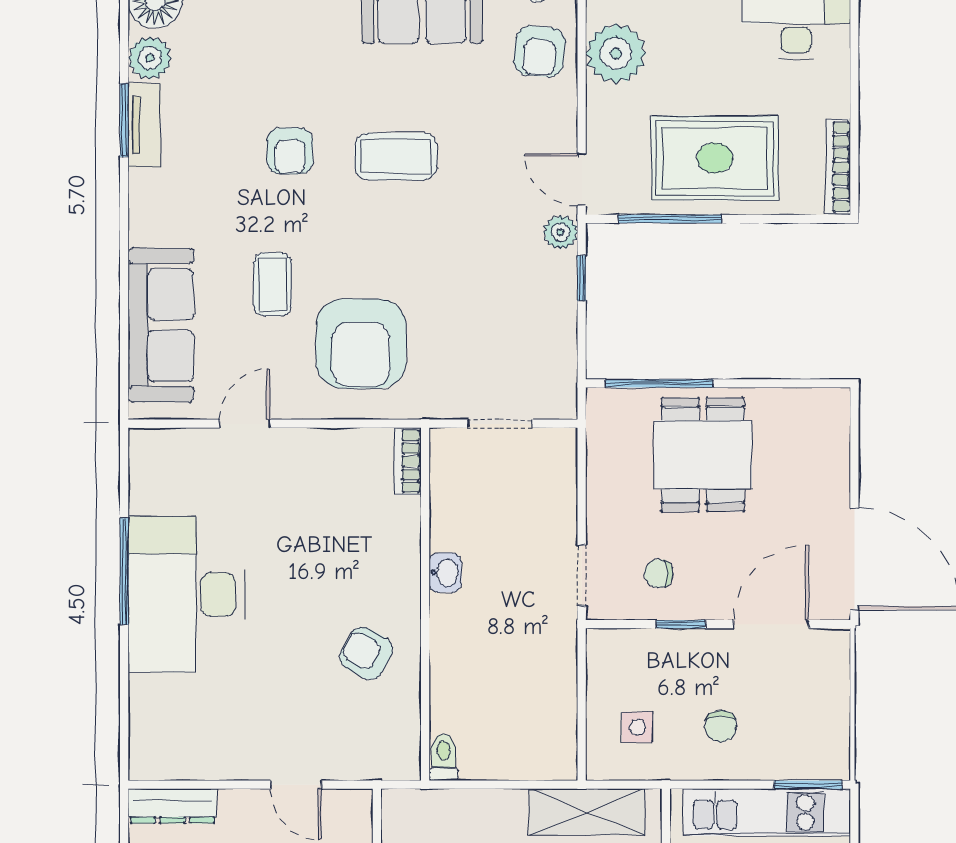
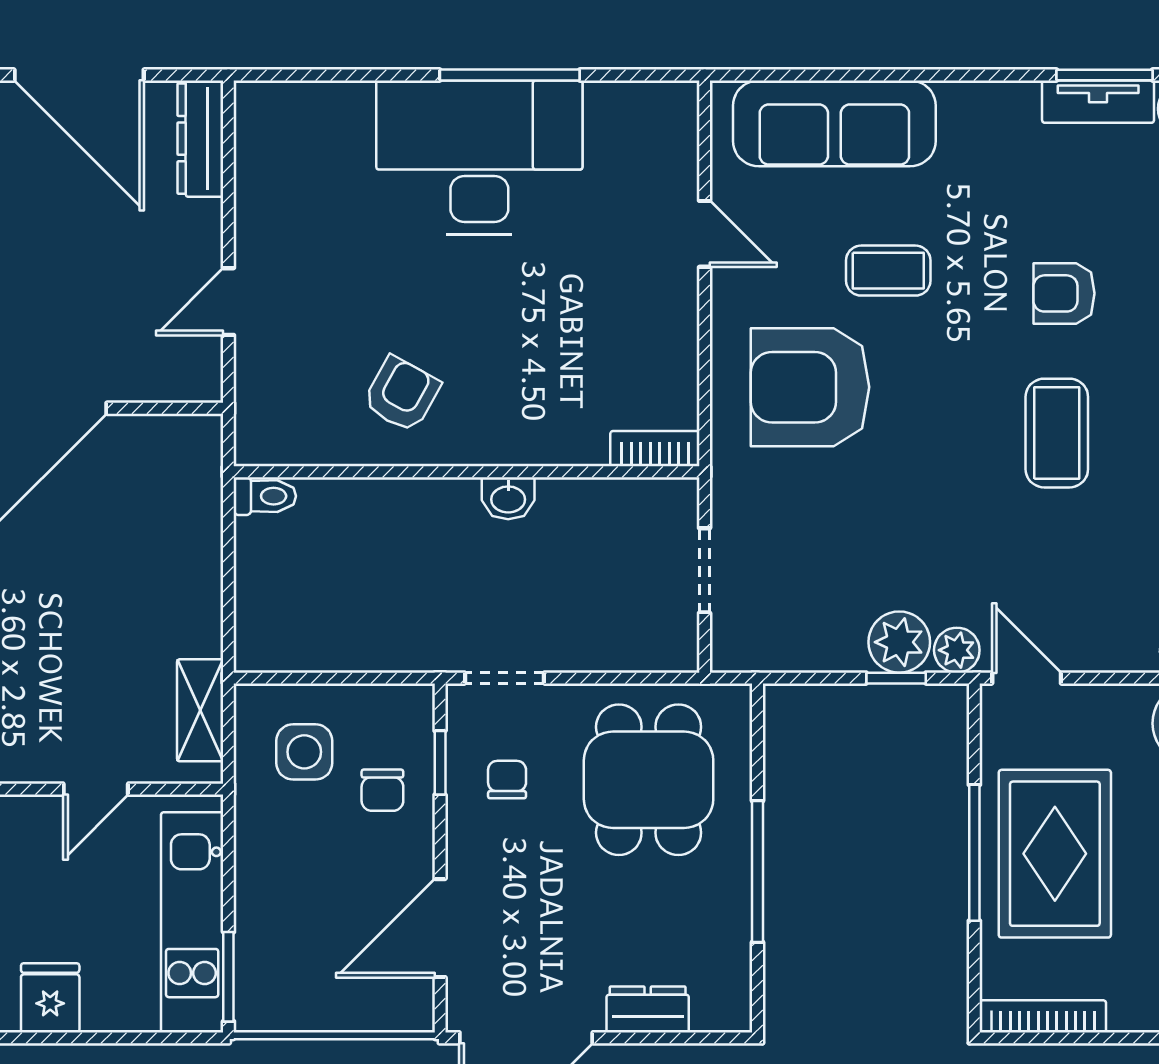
door: (582, 179) -> (1027, 678), hinge flipped
window: (670, 219) -> (974, 853), moved
plant: (554, 276) -> (899, 642), added
window: (659, 383) -> (757, 872), moved
dining table: (703, 455) -> (649, 780), moved, turned 90
dresser: (833, 467) -> (648, 1009), added
window: (681, 624) -> (440, 763), moved
door: (771, 624) -> (440, 928), swing flipped
chair: (721, 726) -> (382, 790), moved, turned -90
side table: (638, 727) -> (304, 752), width x1.37, depth x1.37
shelving: (587, 812) -> (200, 710), width x0.67, depth x0.75

